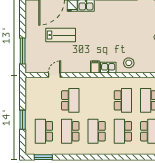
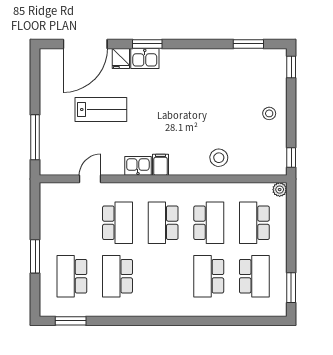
kitchen sink: (108, 68) -> (138, 166), moved
school desk: (97, 131) -> (163, 223), moved

